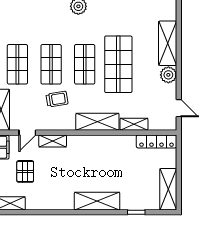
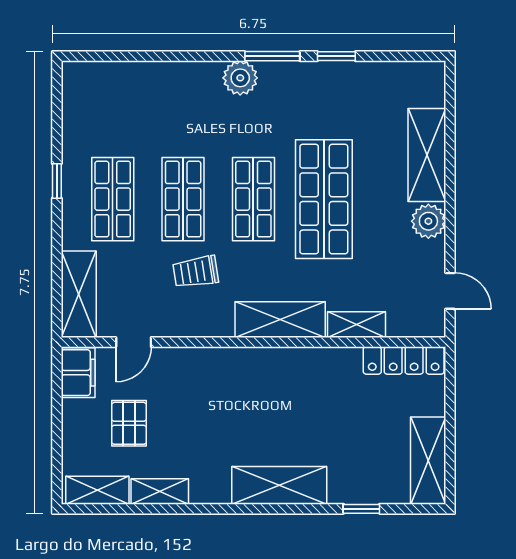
trolley: (57, 99) -> (196, 272), turned 180
shelving: (53, 141) -> (160, 491), moved

